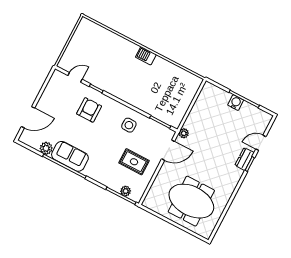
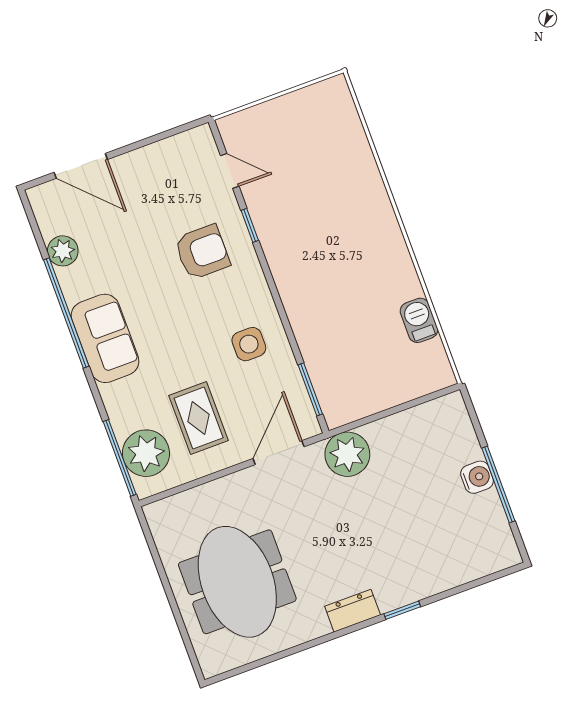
barbecue: (146, 56) -> (419, 320), moved
plant: (184, 133) -> (347, 454), width x1.87, depth x1.87
door: (261, 143) -> (457, 590), removed
door: (168, 150) -> (279, 453), swing flipped
sofa: (70, 156) -> (105, 338), moved
dresser: (244, 159) -> (353, 611), moved
plant: (126, 191) -> (146, 453), width x1.88, depth x1.88

